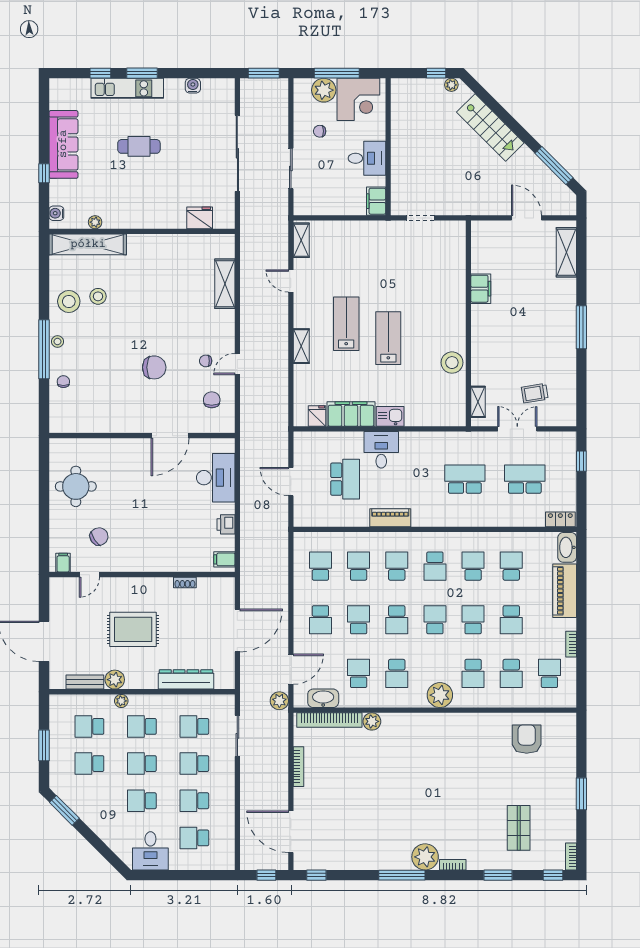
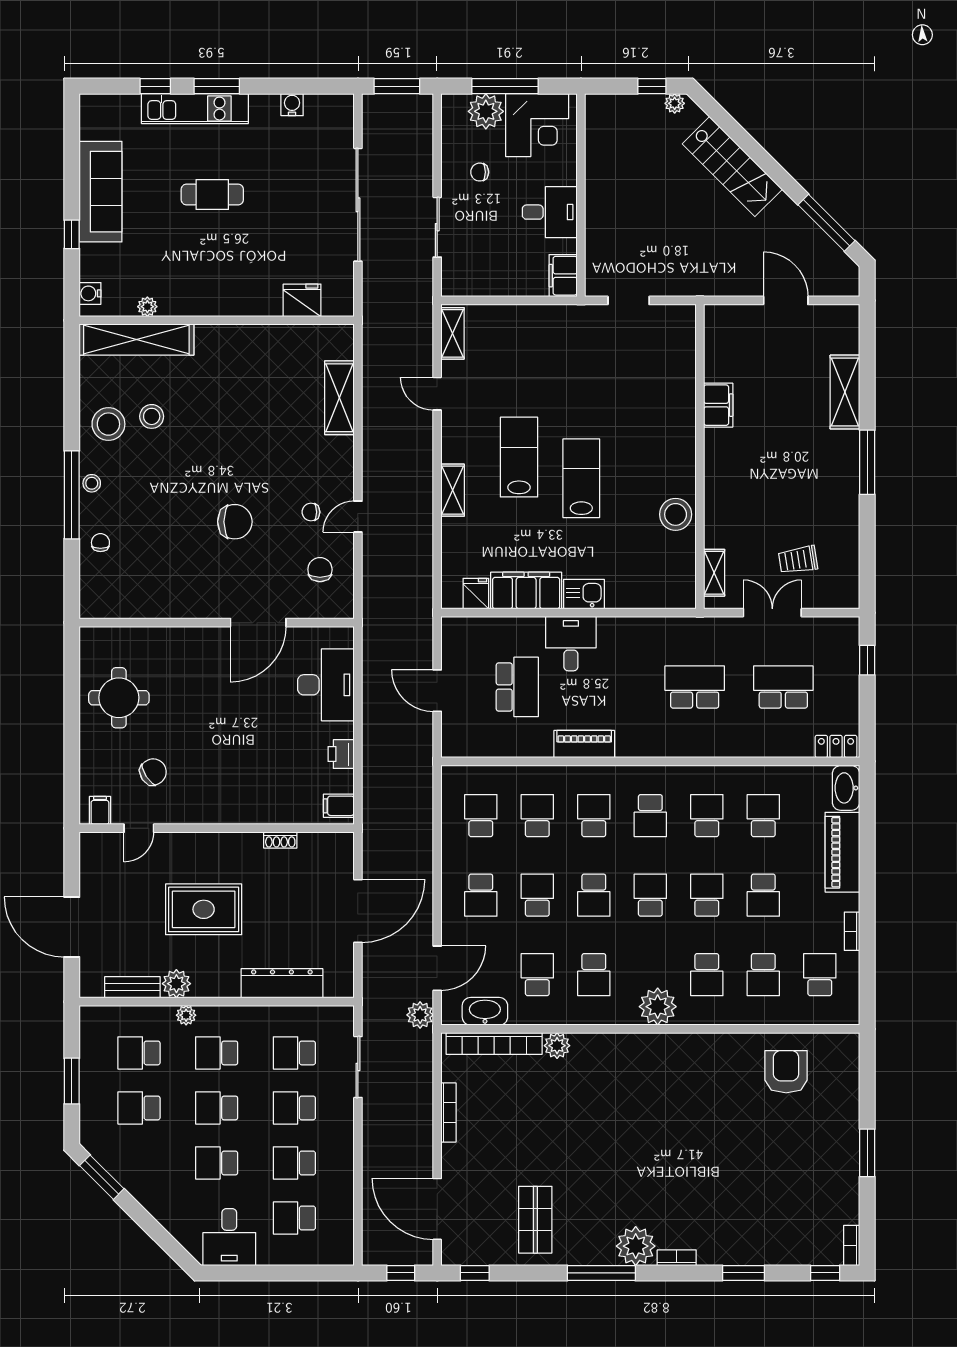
shelving: (566, 252) -> (845, 392), moved
shop shelf: (519, 828) -> (535, 1220), moved

